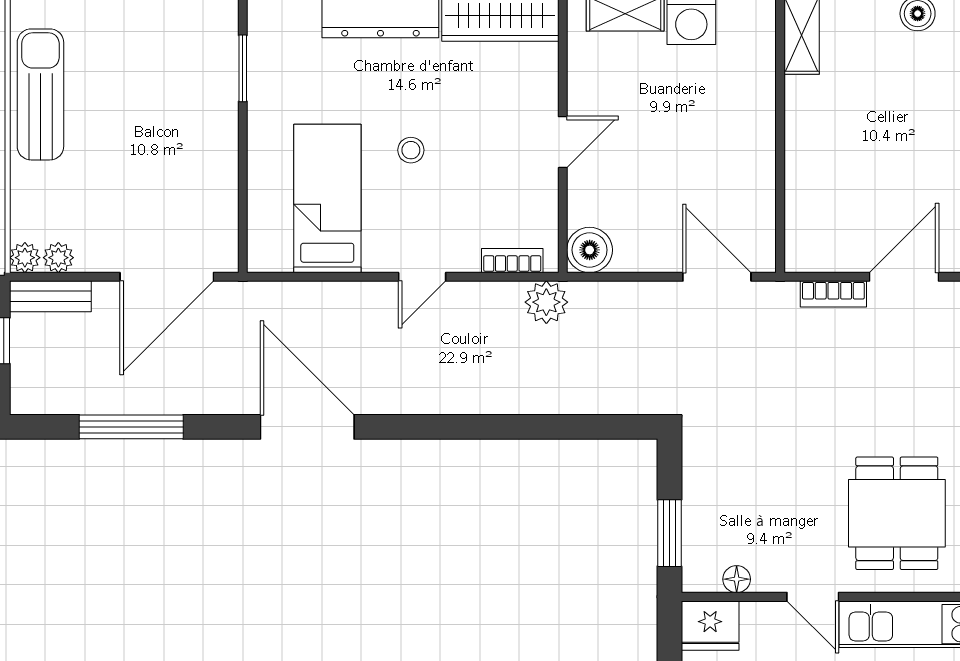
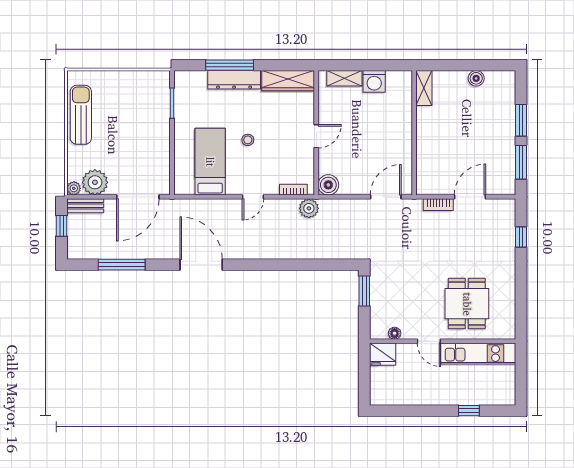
plant: (58, 258) -> (95, 182), width x1.88, depth x1.88
door: (717, 277) -> (386, 197), hinge flipped
window: (669, 533) -> (364, 291), moved

